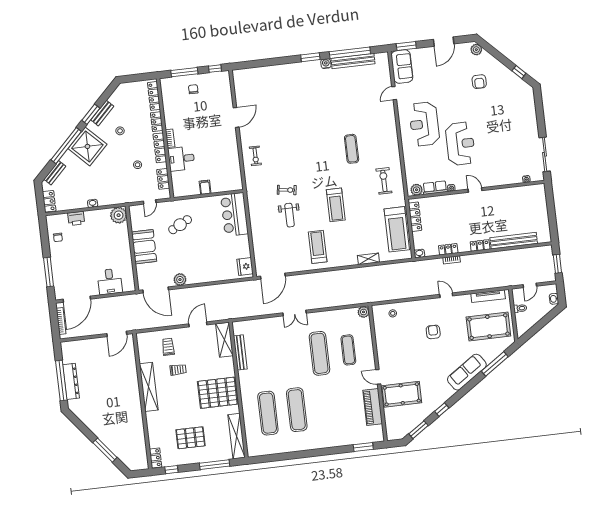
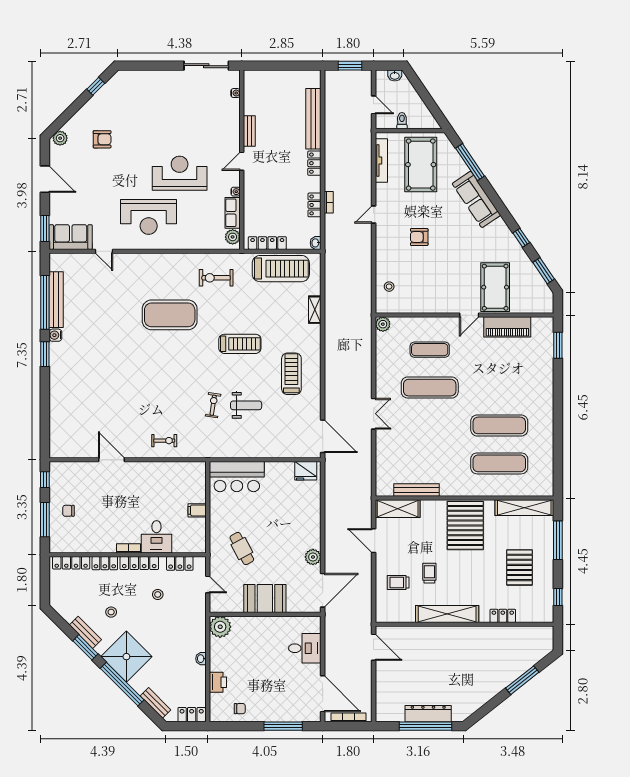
exercise mat: (352, 149) -> (170, 315), width x2.00, depth x1.45
bench: (499, 193) -> (249, 131), added
treadmill: (318, 247) -> (291, 374), turned 90
locker: (156, 458) -> (503, 616), moved

